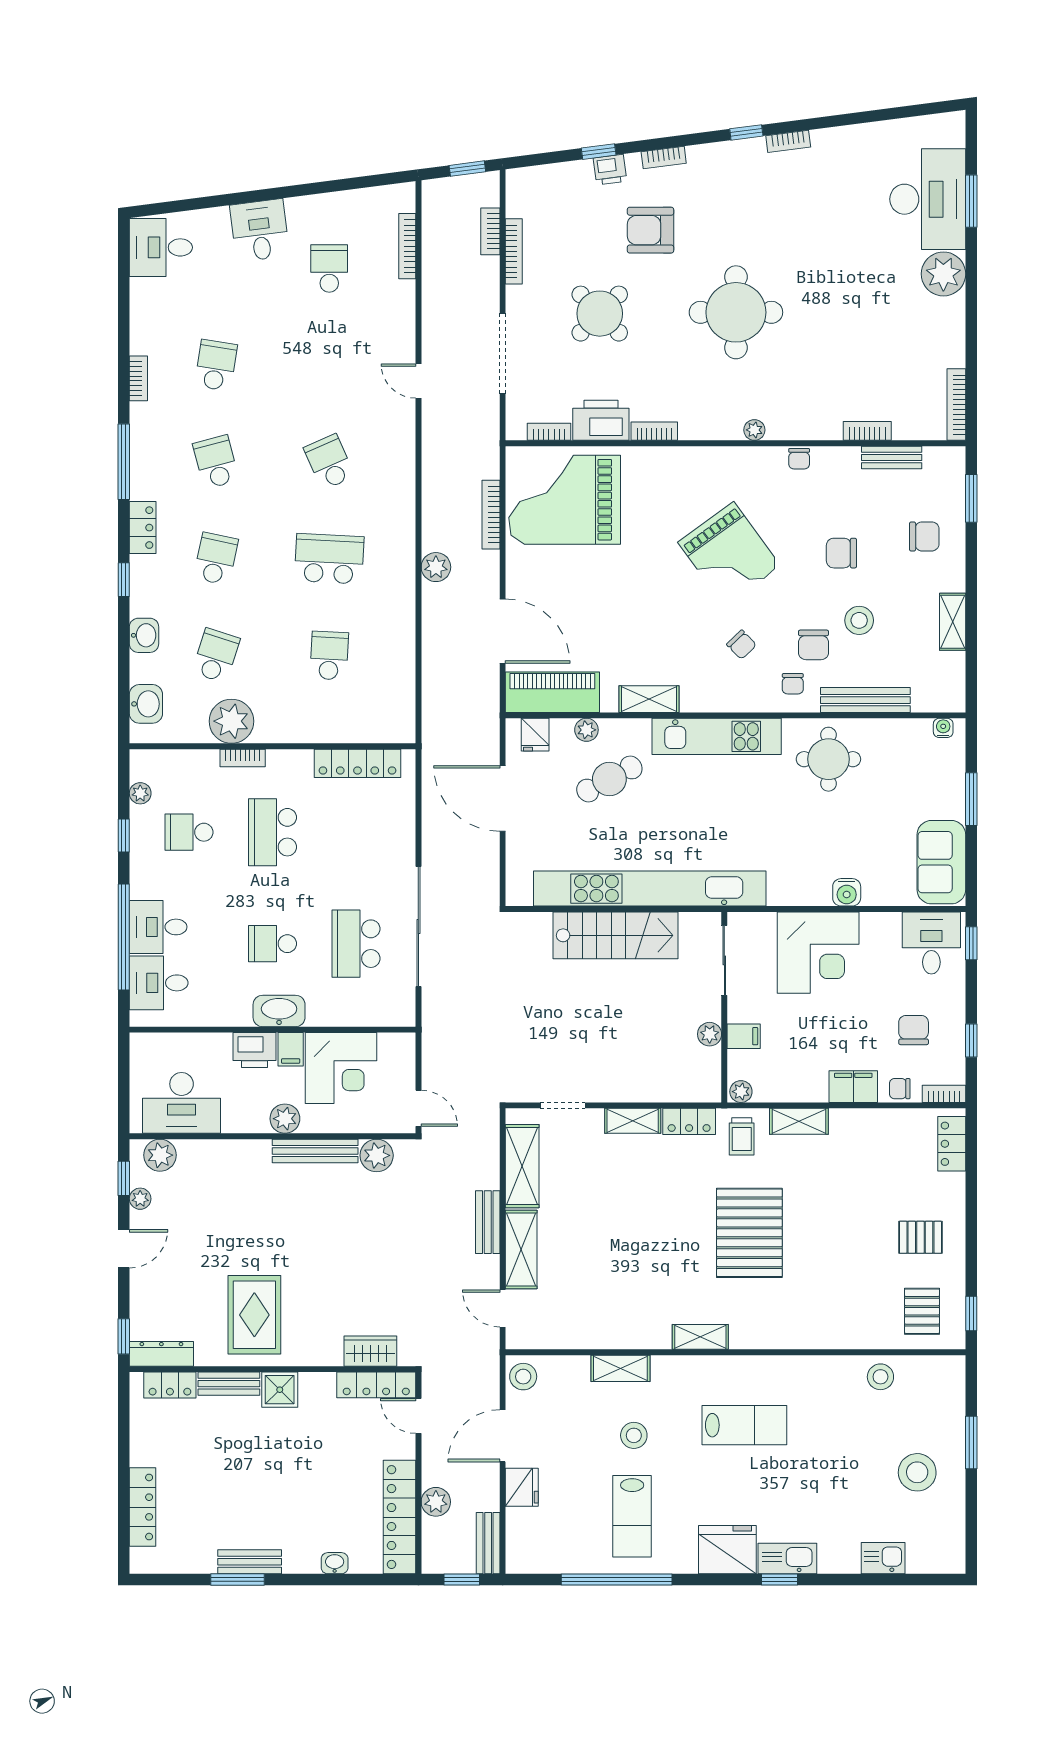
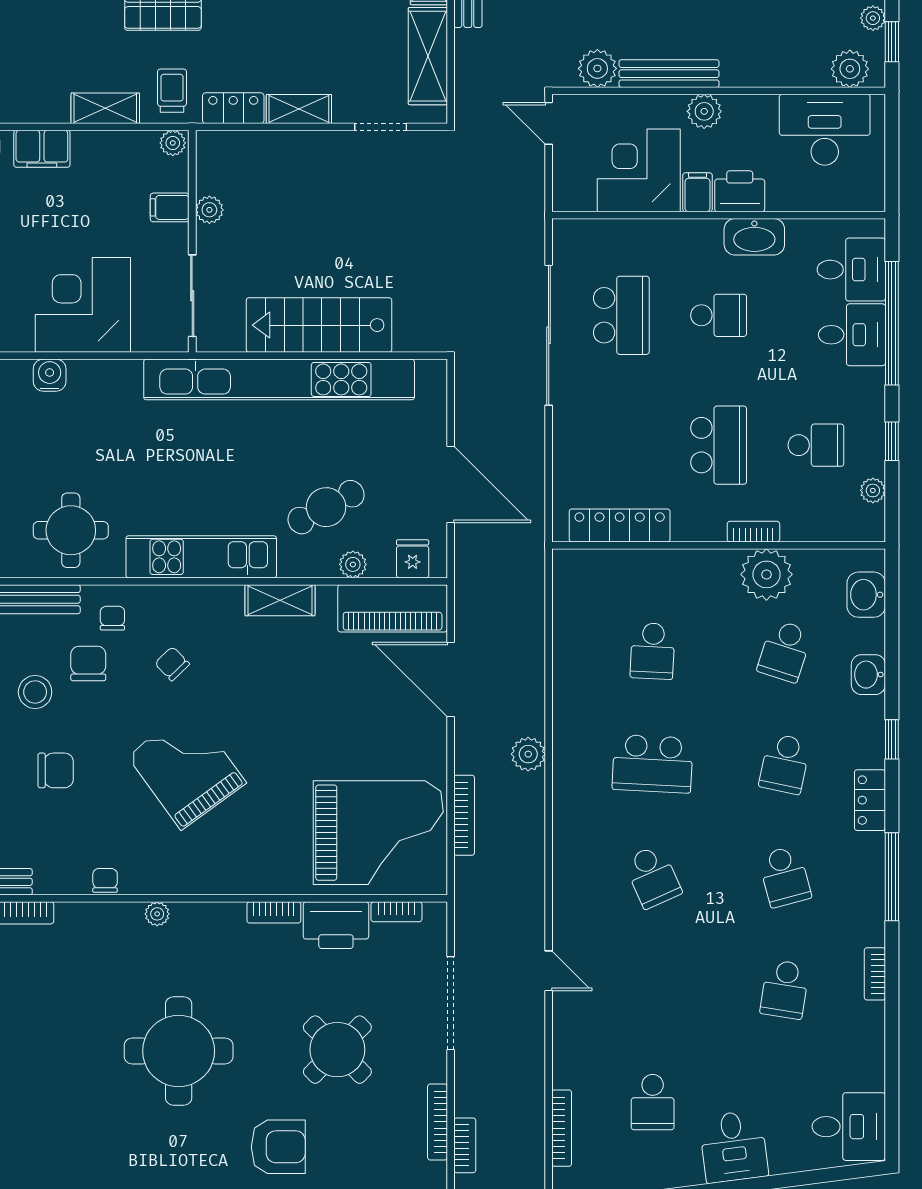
washbasin: (279, 1011) -> (754, 237), moved

